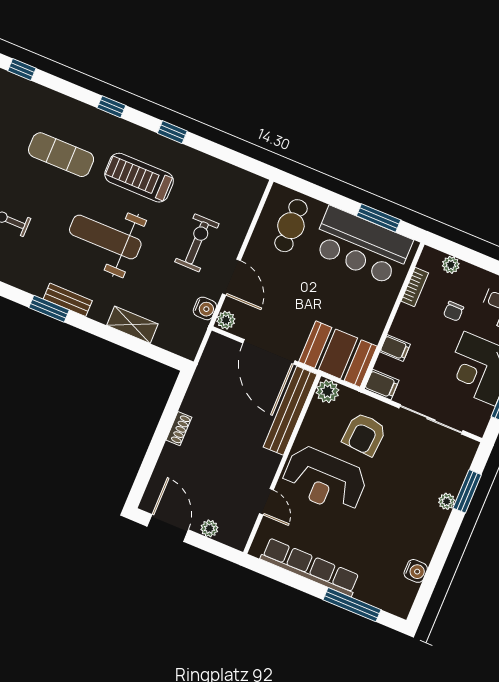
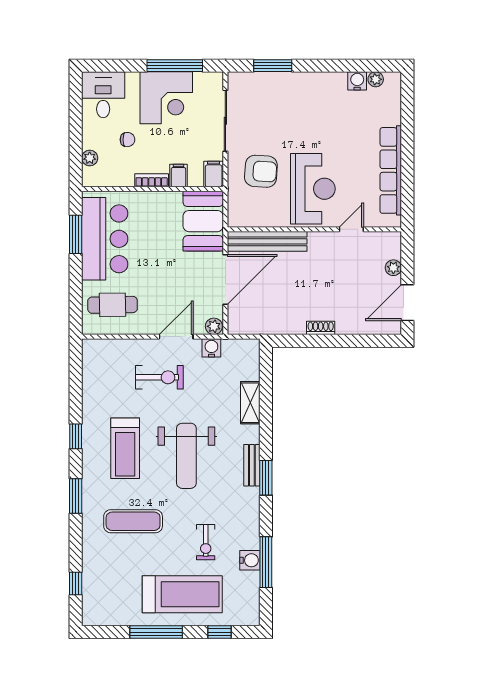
window: (111, 107) -> (76, 496), width x1.50
exercise mat: (61, 155) -> (133, 521), turned 90
exercise bike: (197, 243) -> (159, 377), turned 180
bookcase: (415, 287) -> (152, 180), moved
plant: (327, 391) -> (238, 217), removed
plant: (447, 501) -> (376, 79), moved
window: (352, 605) -> (407, 122), removed

